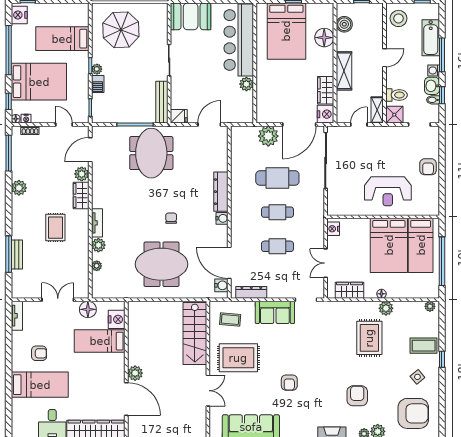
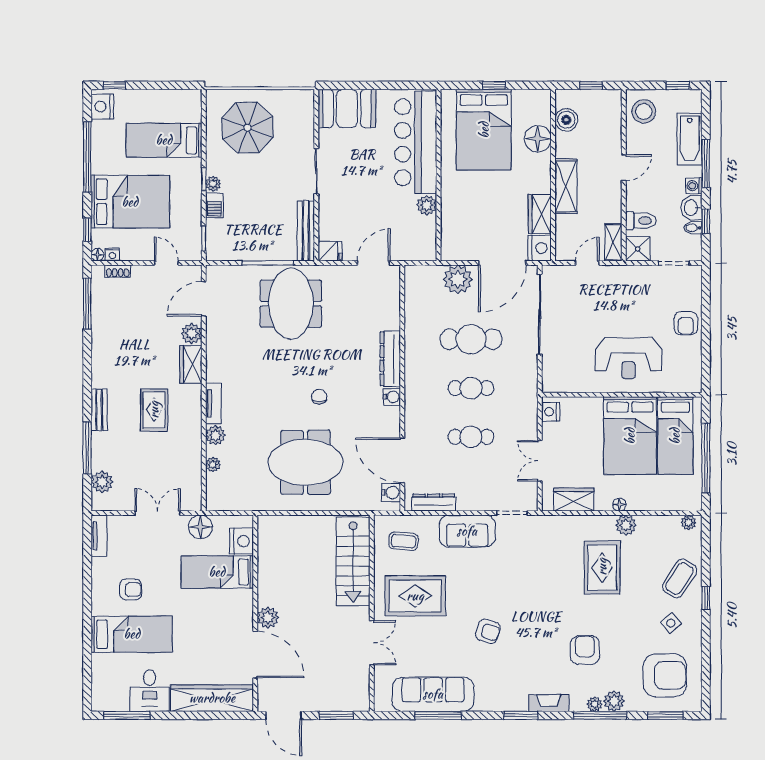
plant: (19, 188) -> (102, 482), moved
bench: (17, 255) -> (99, 410), moved
coffee table: (424, 346) -> (679, 578), turned -57
armchair: (289, 383) -> (488, 631), turned -73

